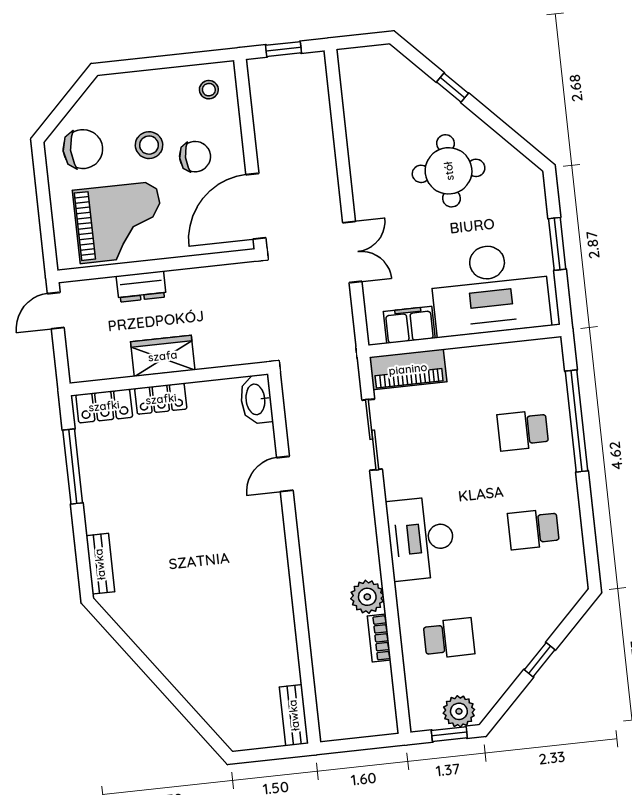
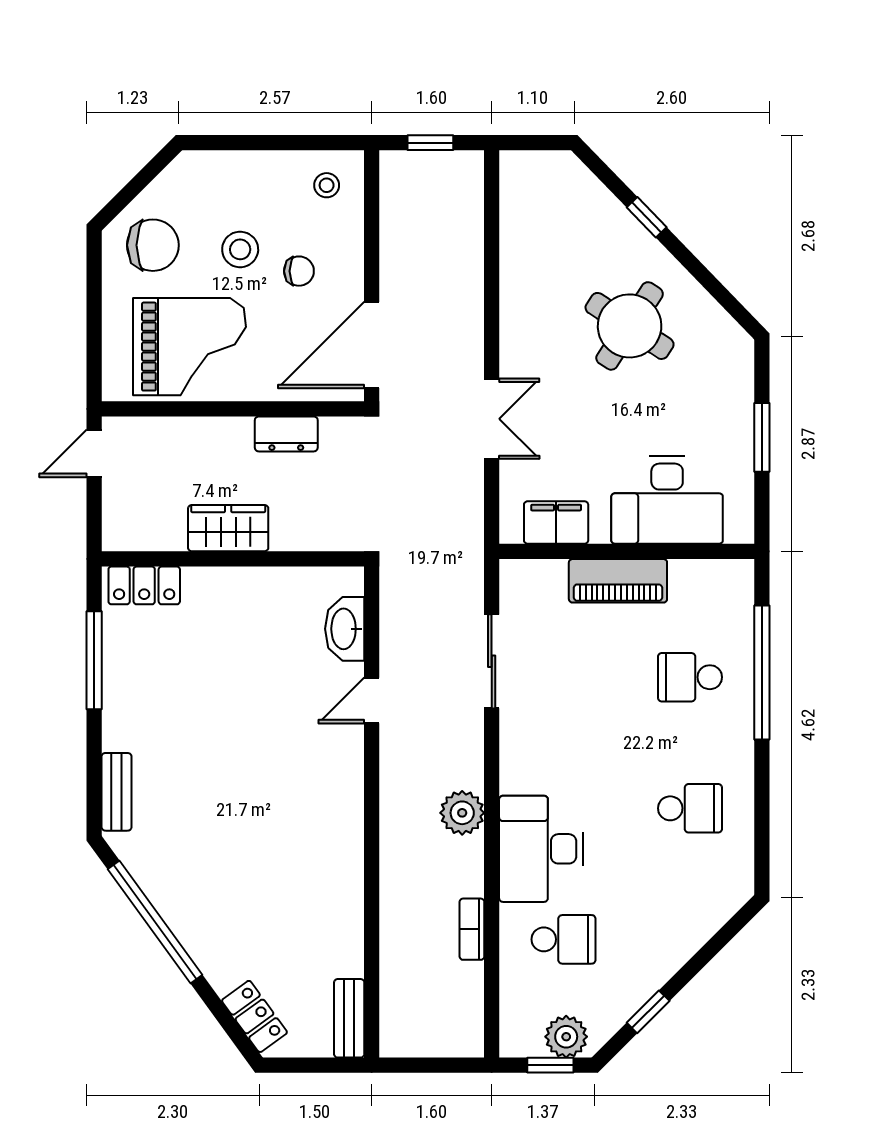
chair: (195, 157) -> (299, 271), width x0.73, depth x0.73
round table: (449, 171) -> (630, 326), turned 33
dresser: (141, 287) -> (286, 434), moved
desk: (490, 289) -> (667, 500), width x0.73, depth x0.77
piano: (408, 369) -> (618, 581), moved
locker: (161, 399) -> (254, 1016), moved, turned -126
washbasin: (256, 399) -> (345, 629), moved
school desk: (533, 529) -> (690, 808), turned 180
desk: (421, 538) -> (541, 849), moved
plant: (367, 597) -> (462, 813), moved
window: (140, 659) -> (155, 922), added
window: (540, 660) -> (648, 1012), moved

